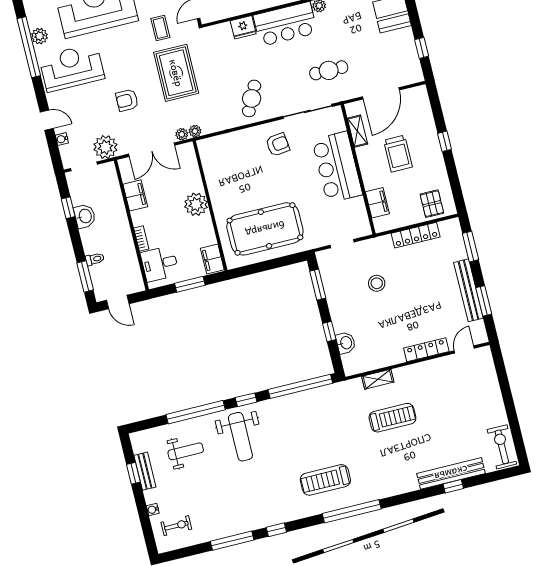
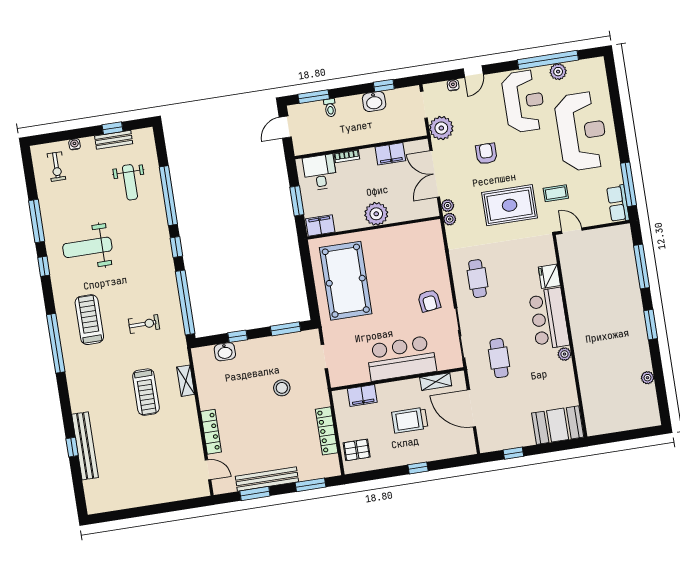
cafe table: (252, 98) -> (477, 279), turned 64
weight bench: (240, 437) -> (87, 247), moved
exercise bike: (502, 447) -> (144, 324), moved, width x0.73, depth x0.72

